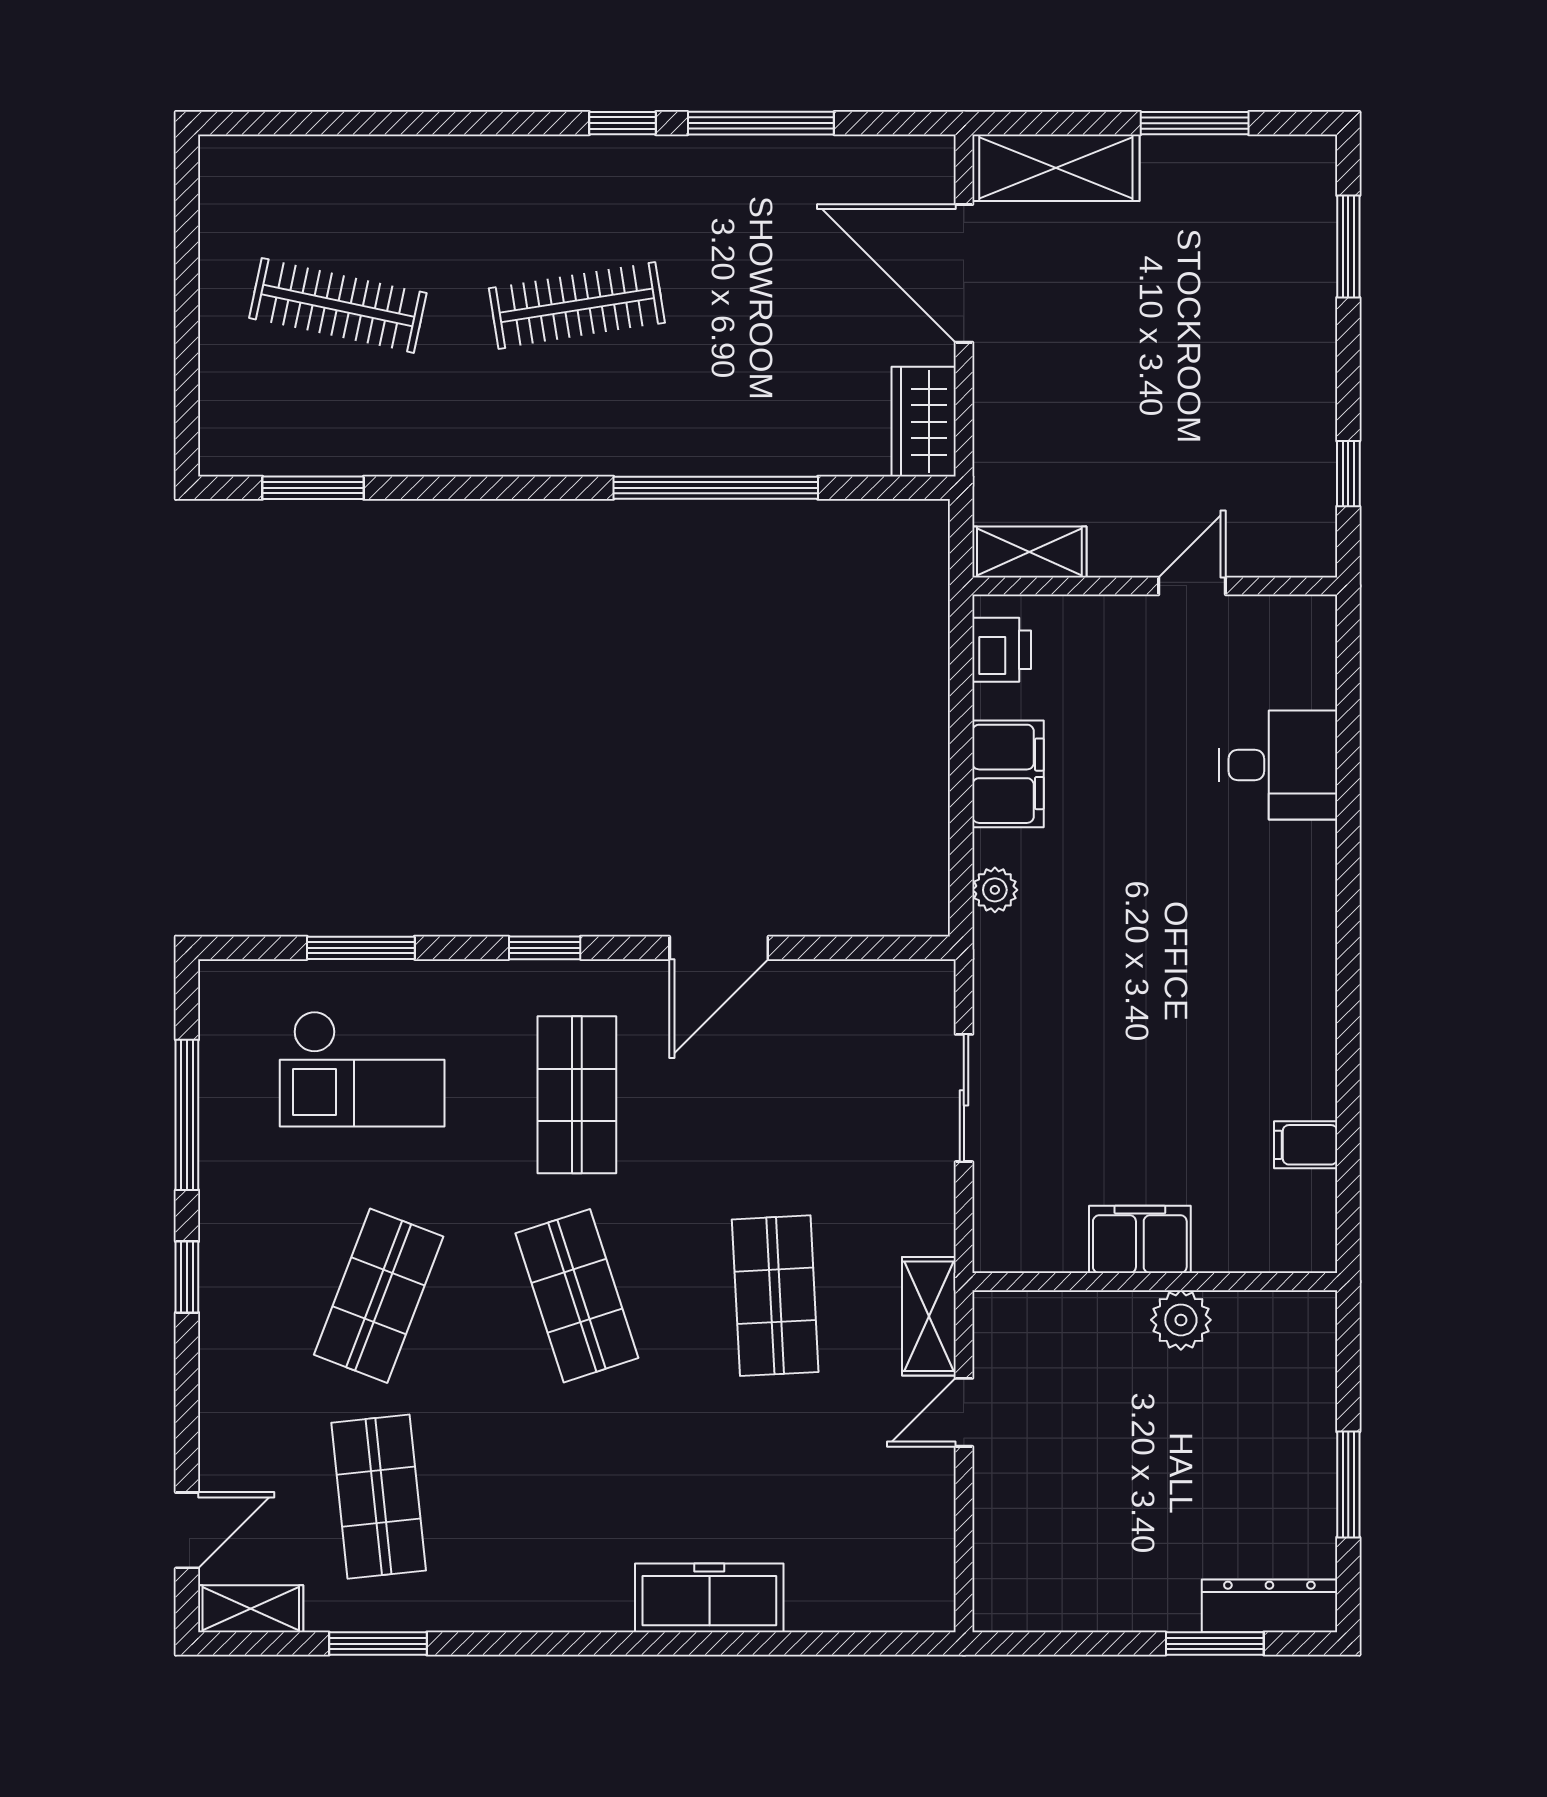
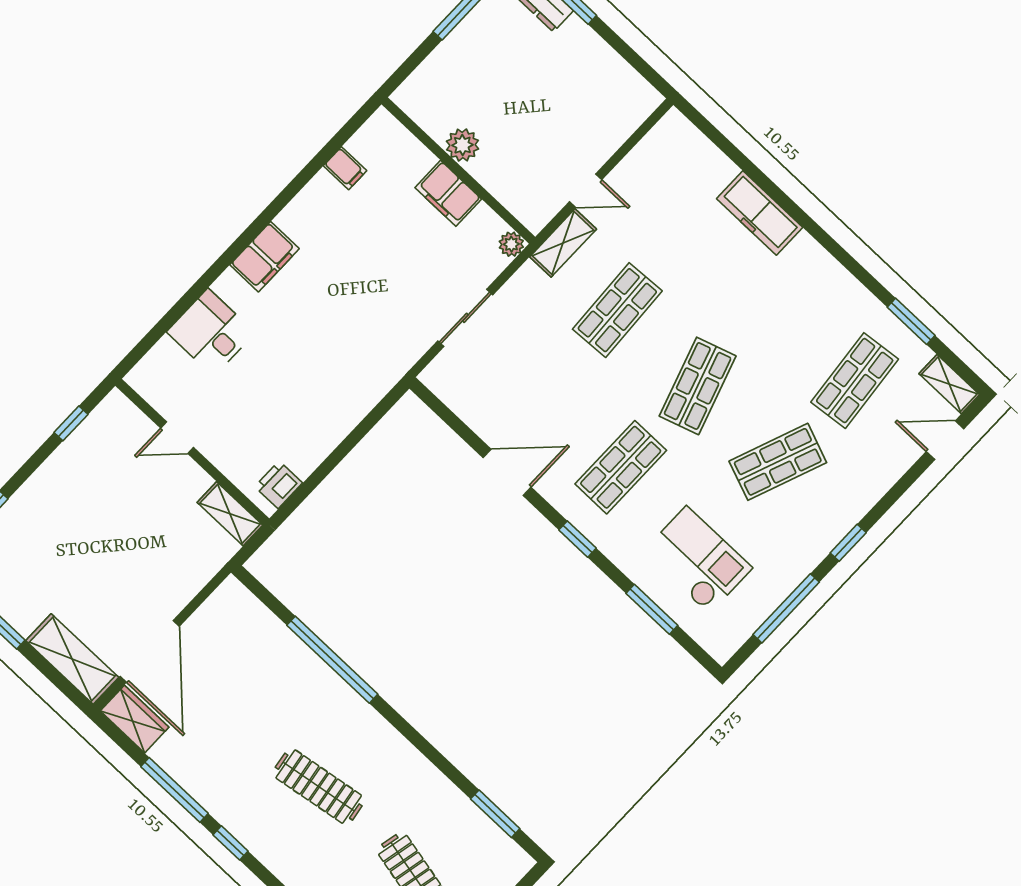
wardrobe: (924, 422) -> (135, 719), moved, turned -90
filing cabinet: (1008, 774) -> (264, 257), moved, turned 180
plant: (995, 890) -> (511, 244), moved

